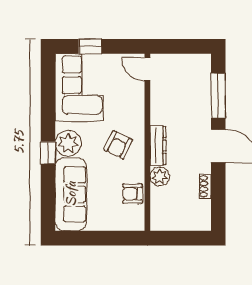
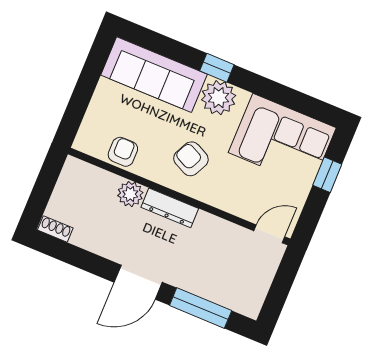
shoe rack: (205, 186) -> (55, 229), moved

